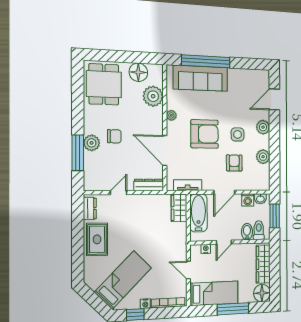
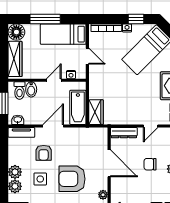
chair: (114, 136) -> (150, 164), moved
plant: (263, 157) -> (15, 172), moved
tv unit: (188, 185) -> (21, 132), moved
washing machine: (248, 200) -> (30, 119), removed

